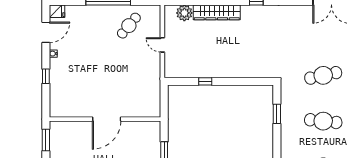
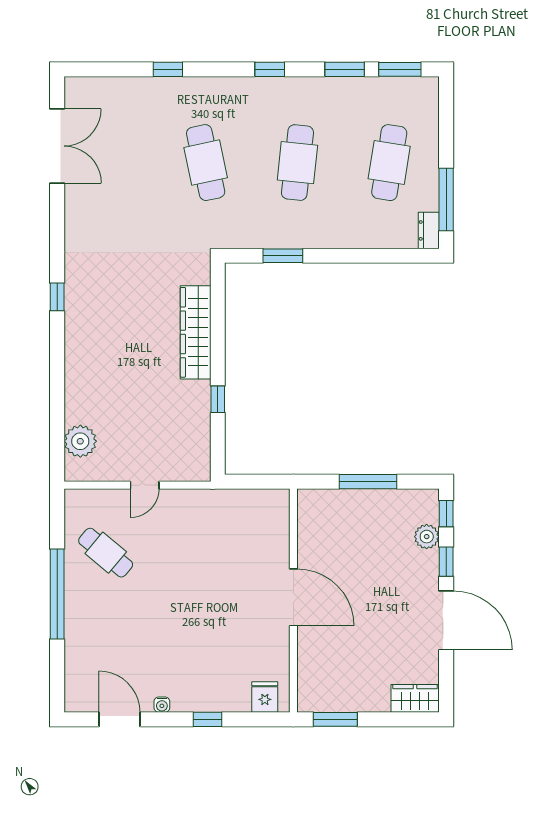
fridge: (57, 11) -> (265, 697), moved
wardrobe: (217, 12) -> (196, 332), moved, turned 180

